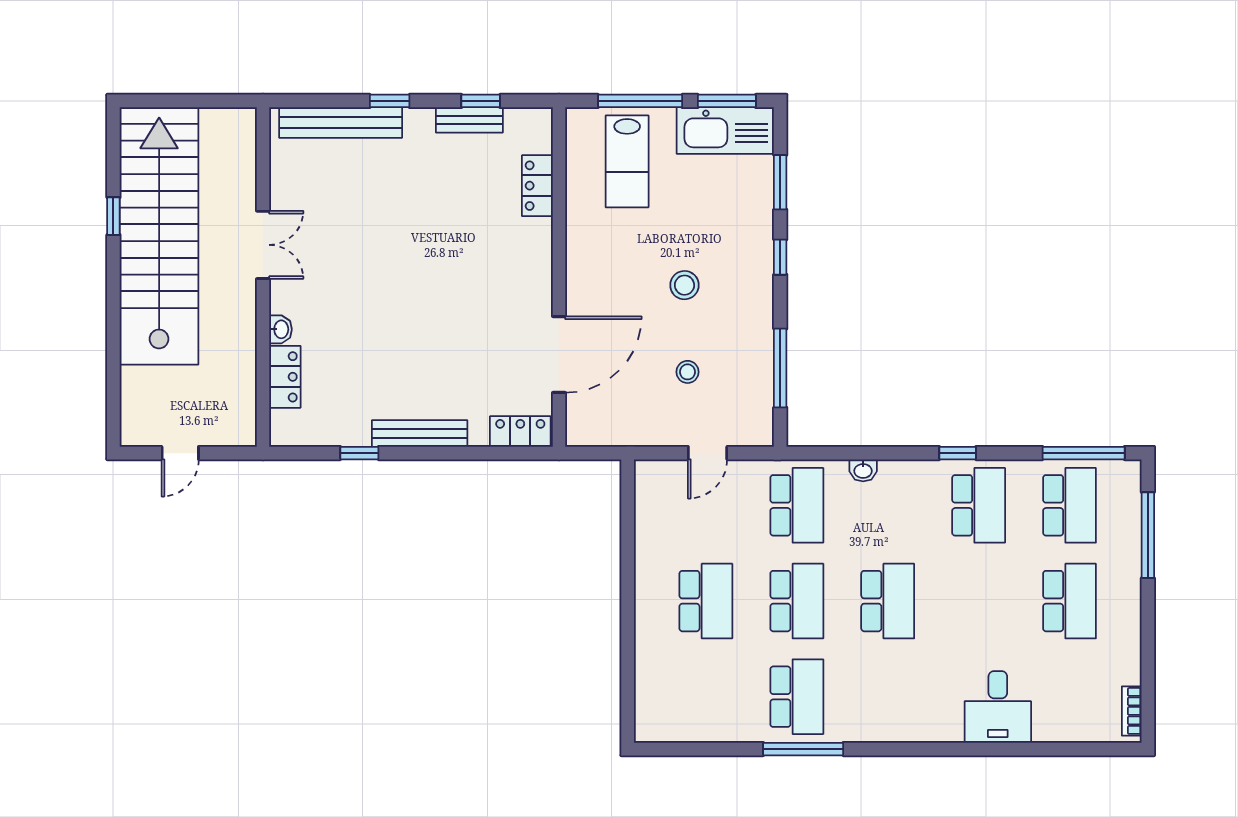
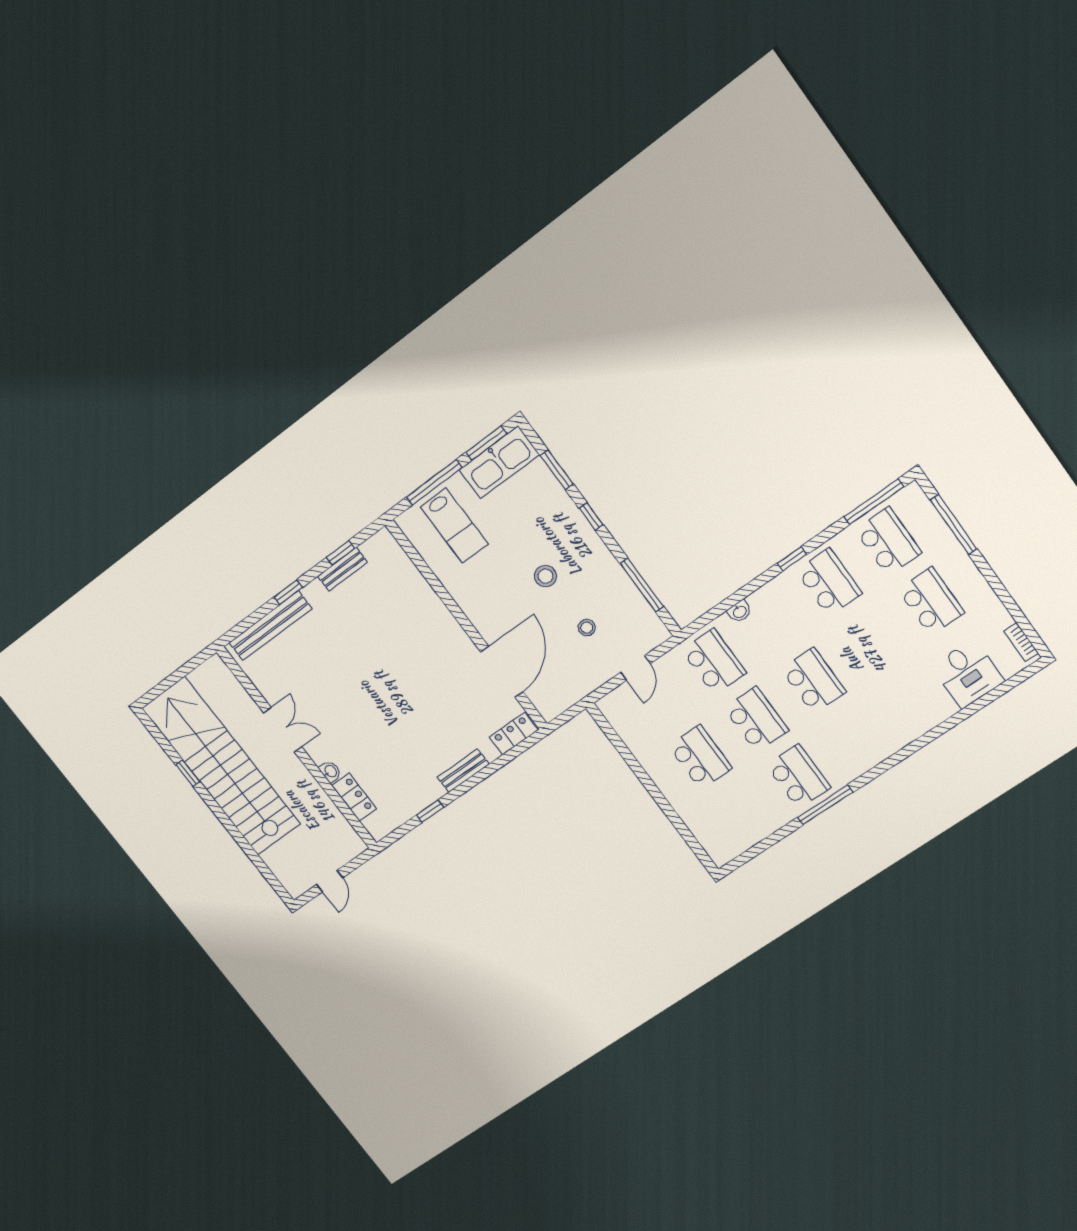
locker: (537, 186) -> (412, 580), removed
bench: (420, 433) -> (463, 771), width x0.73
desk: (998, 707) -> (968, 674), moved

